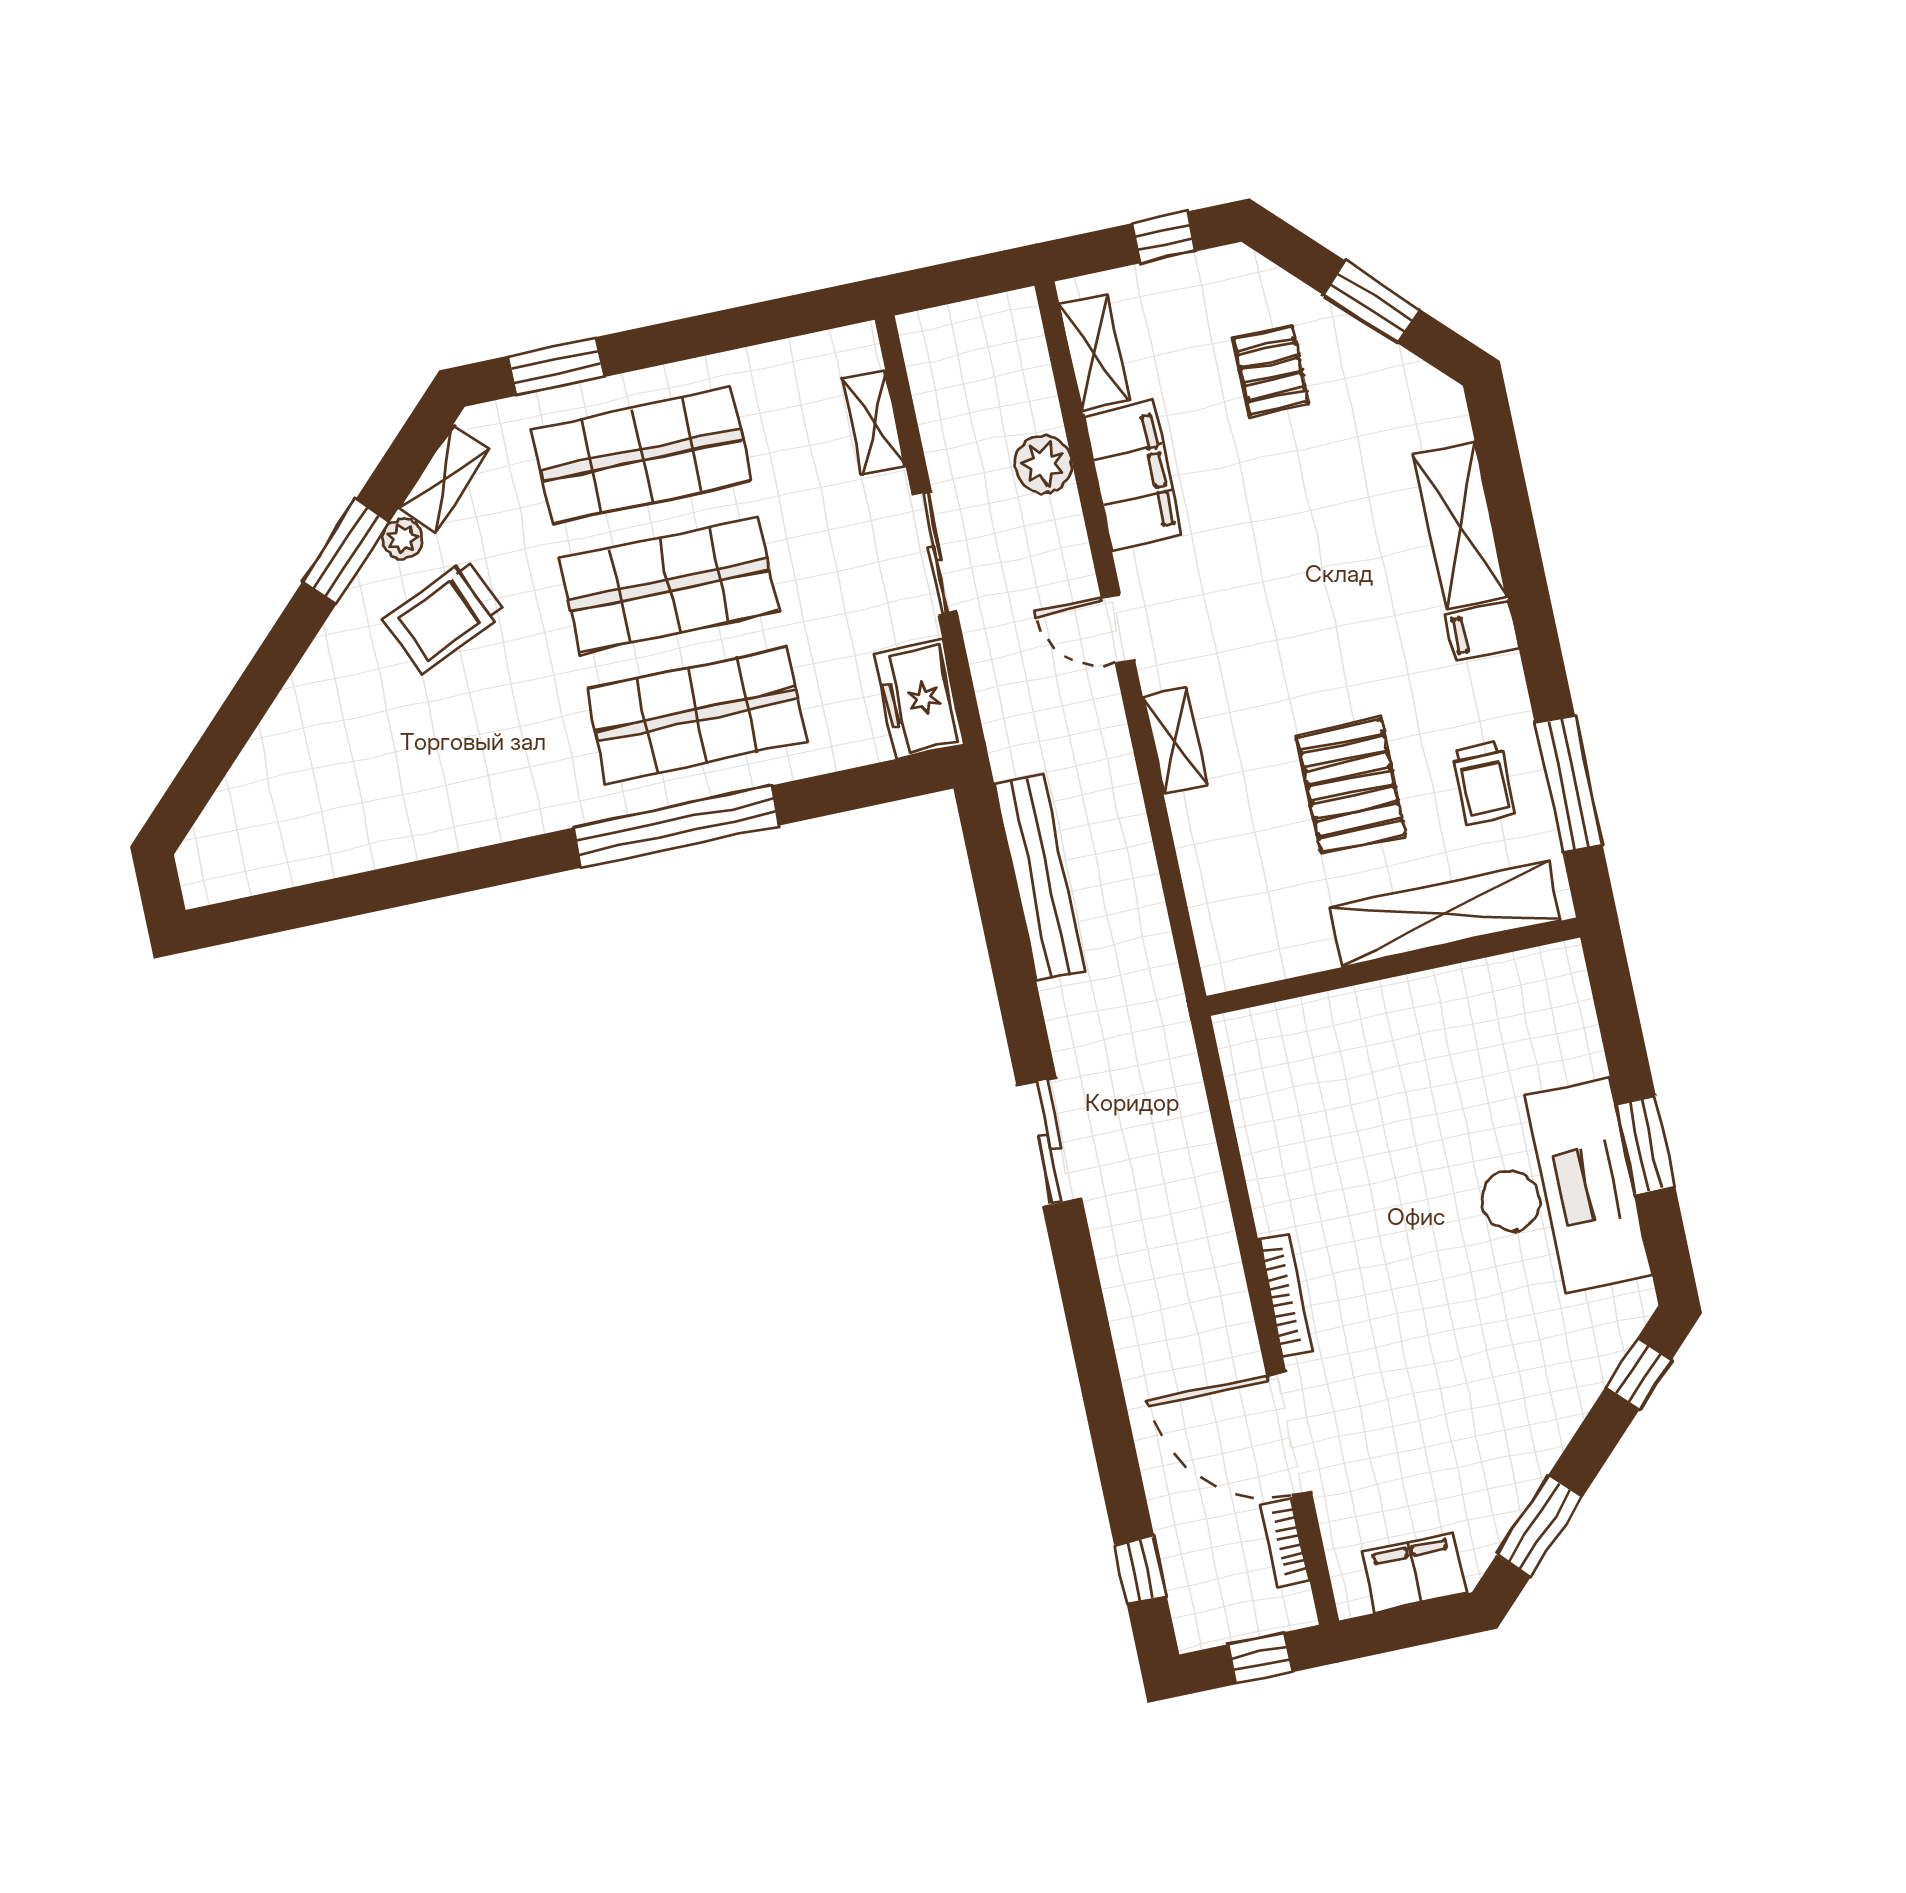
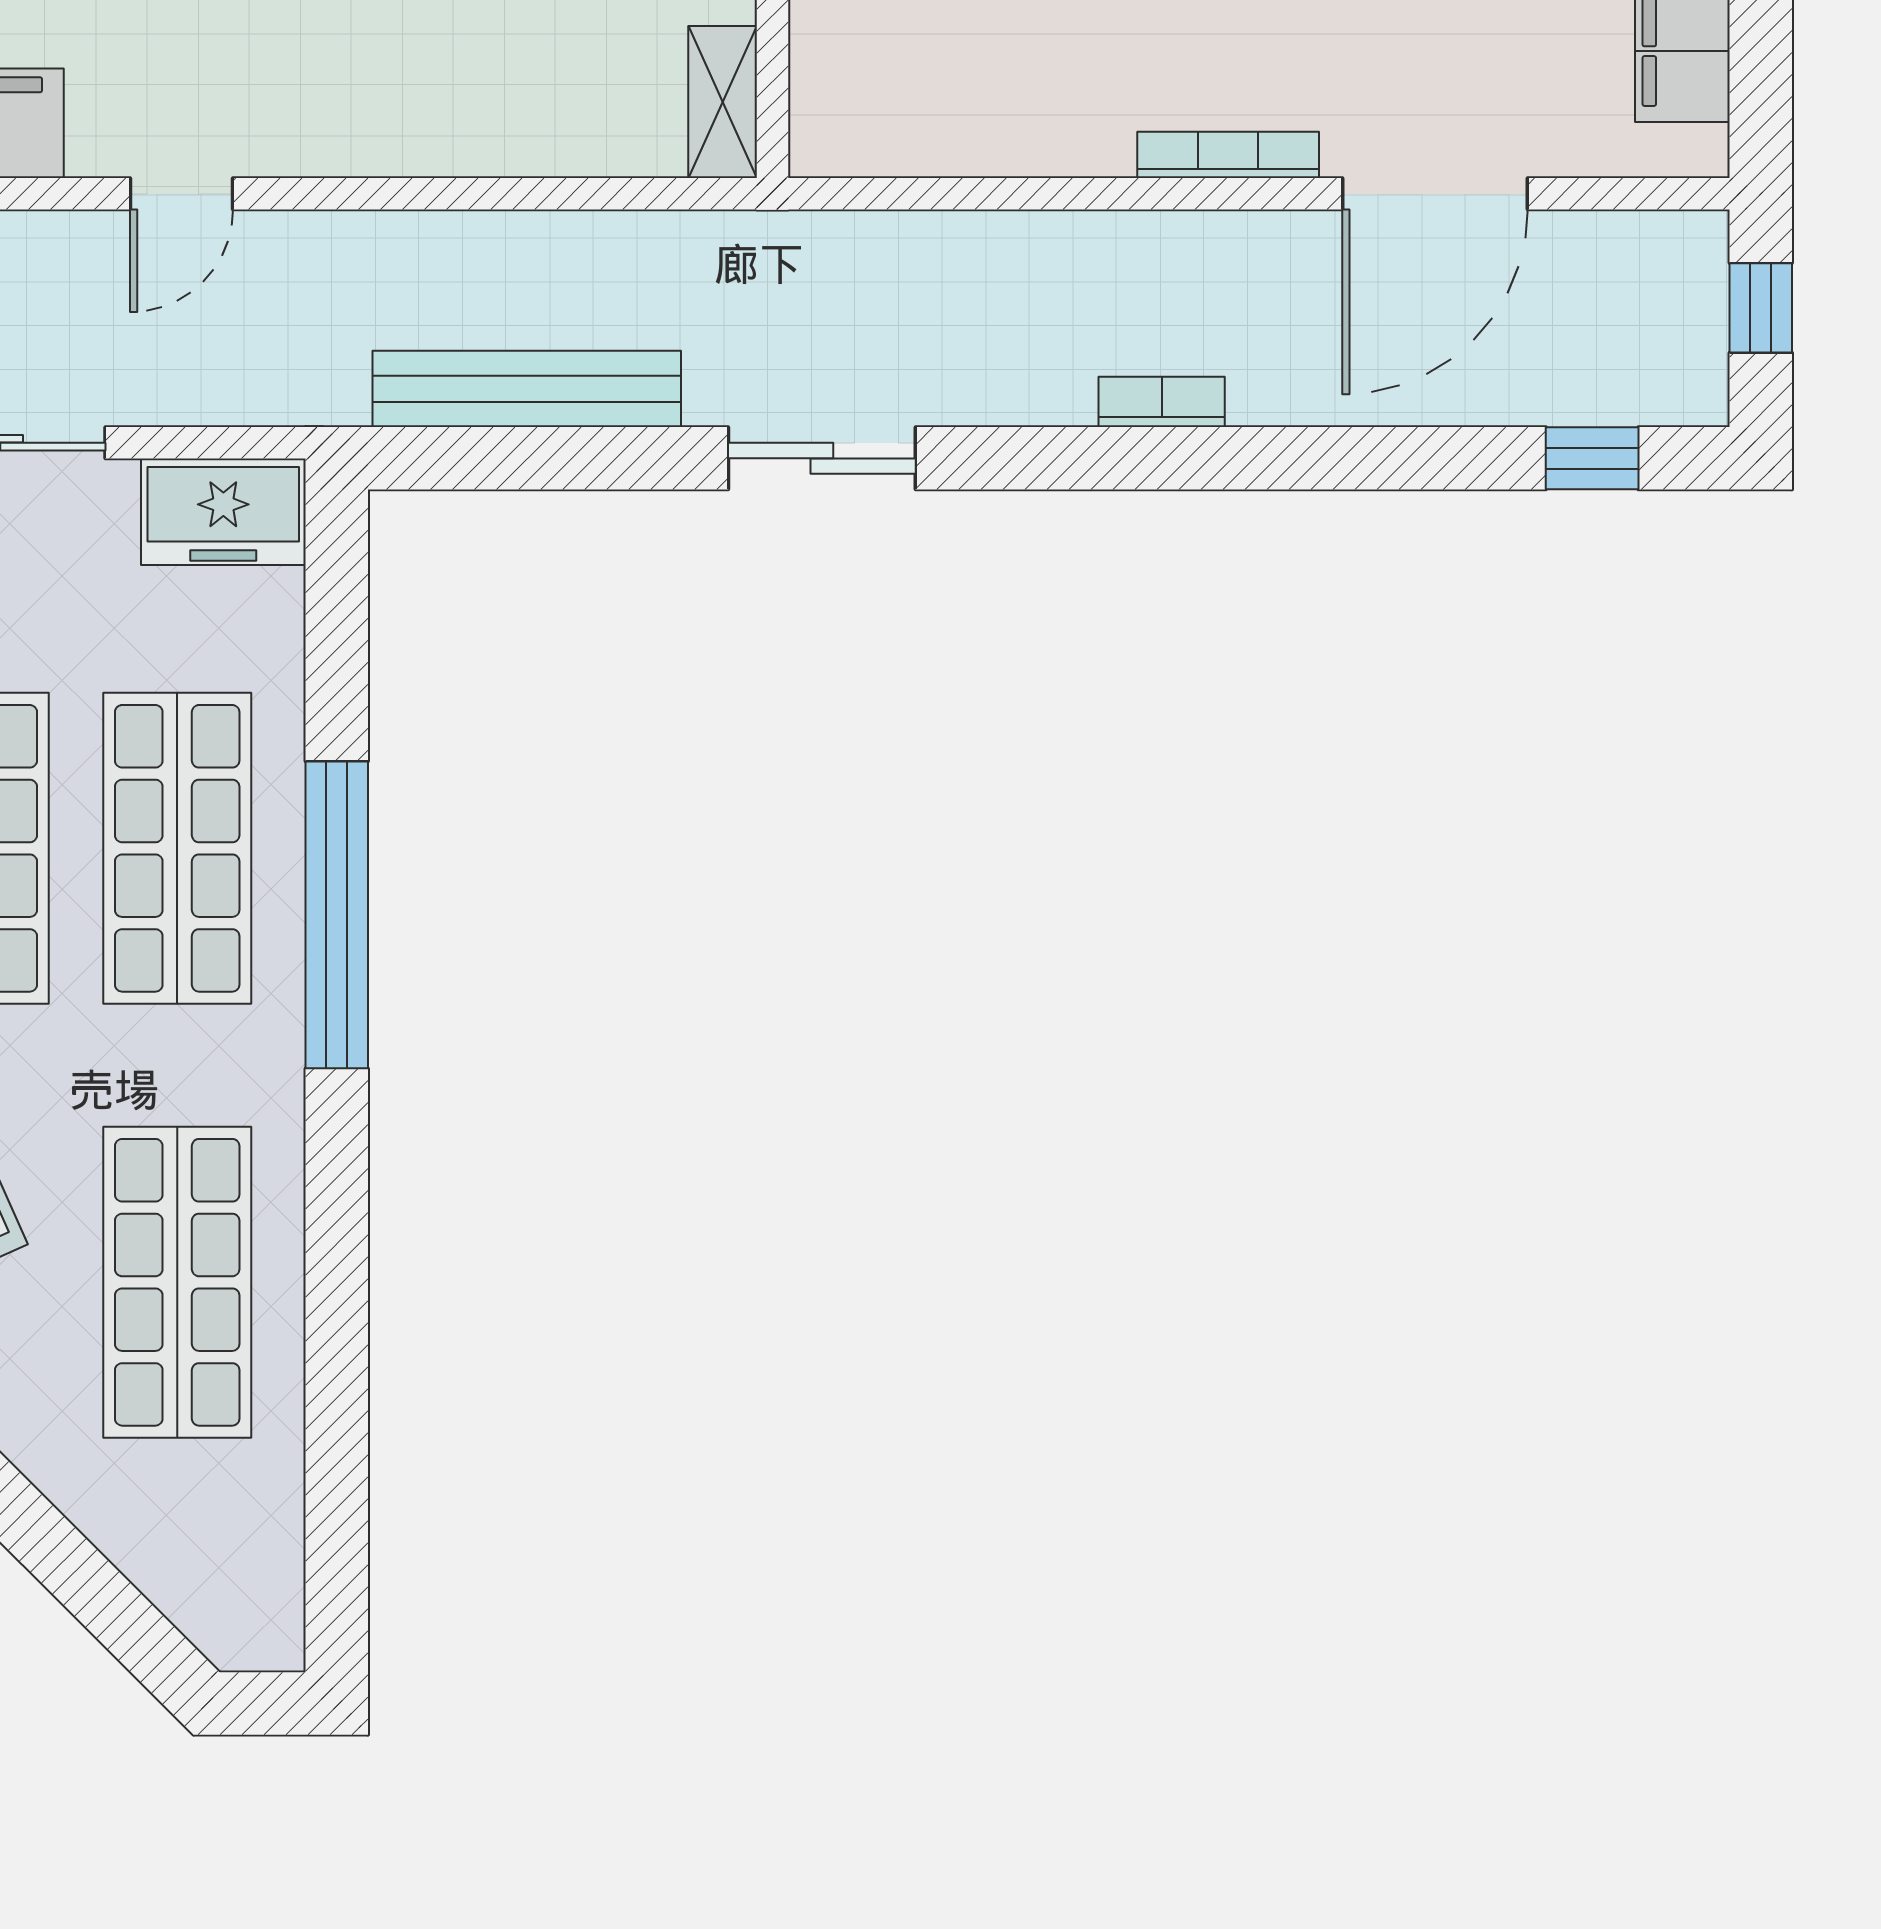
shelving: (1175, 741) -> (723, 102), moved, turned 90
shop shelf: (418, 774) -> (177, 1282), added
sliding door: (1049, 1142) -> (822, 458), moved
bookcase: (1285, 1543) -> (1162, 402), moved, turned 180

